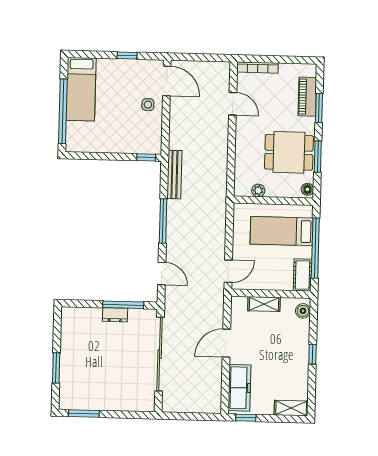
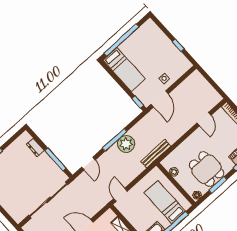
door: (167, 81) -> (160, 99), moved
bed: (81, 89) -> (124, 69), moved, turned -90
bench: (174, 175) -> (156, 154), moved
plant: (179, 213) -> (126, 144), added
door: (228, 271) -> (121, 195), swing flipped
dresser: (115, 315) -> (35, 147), moved

